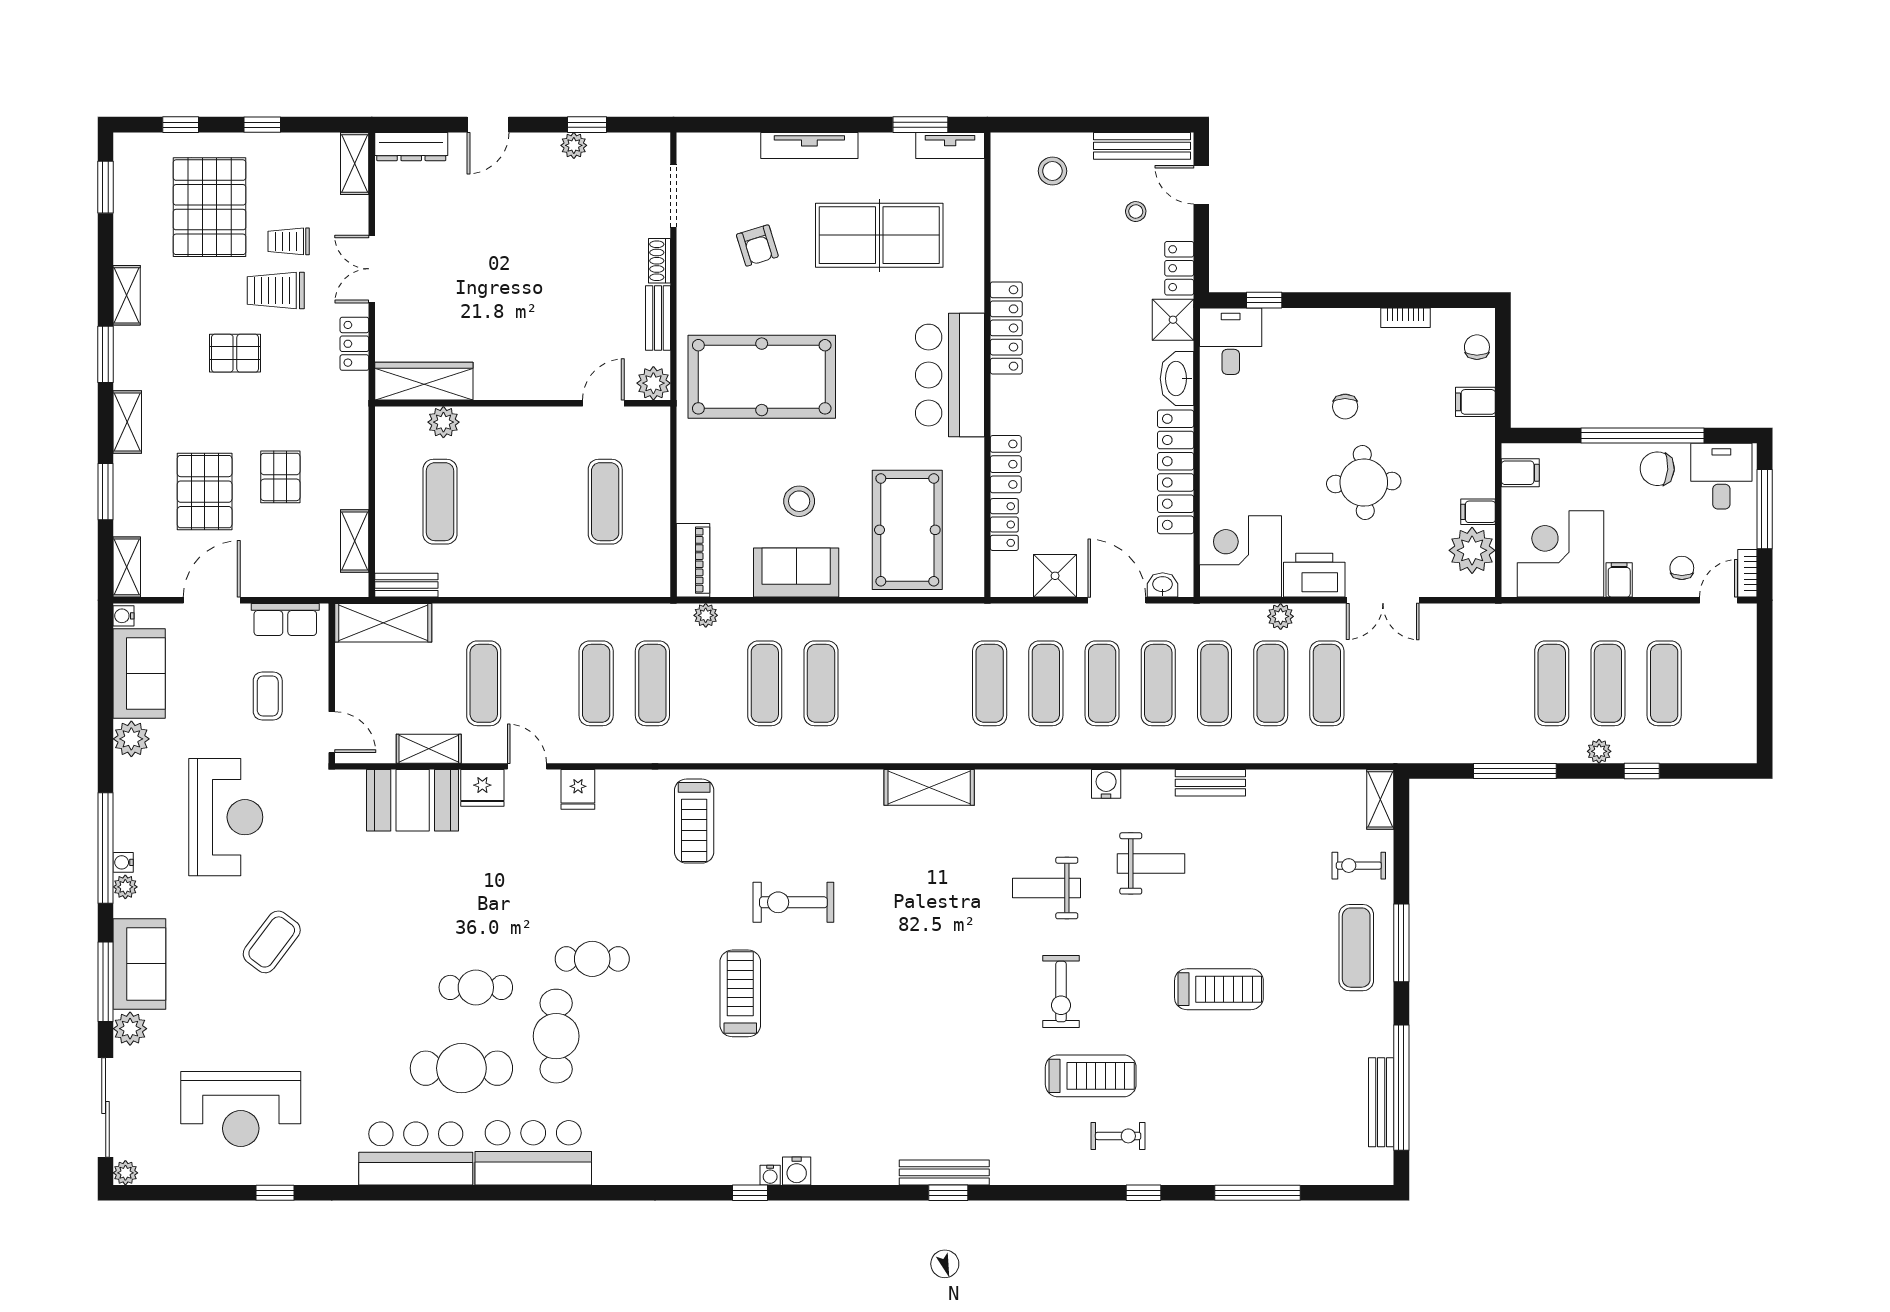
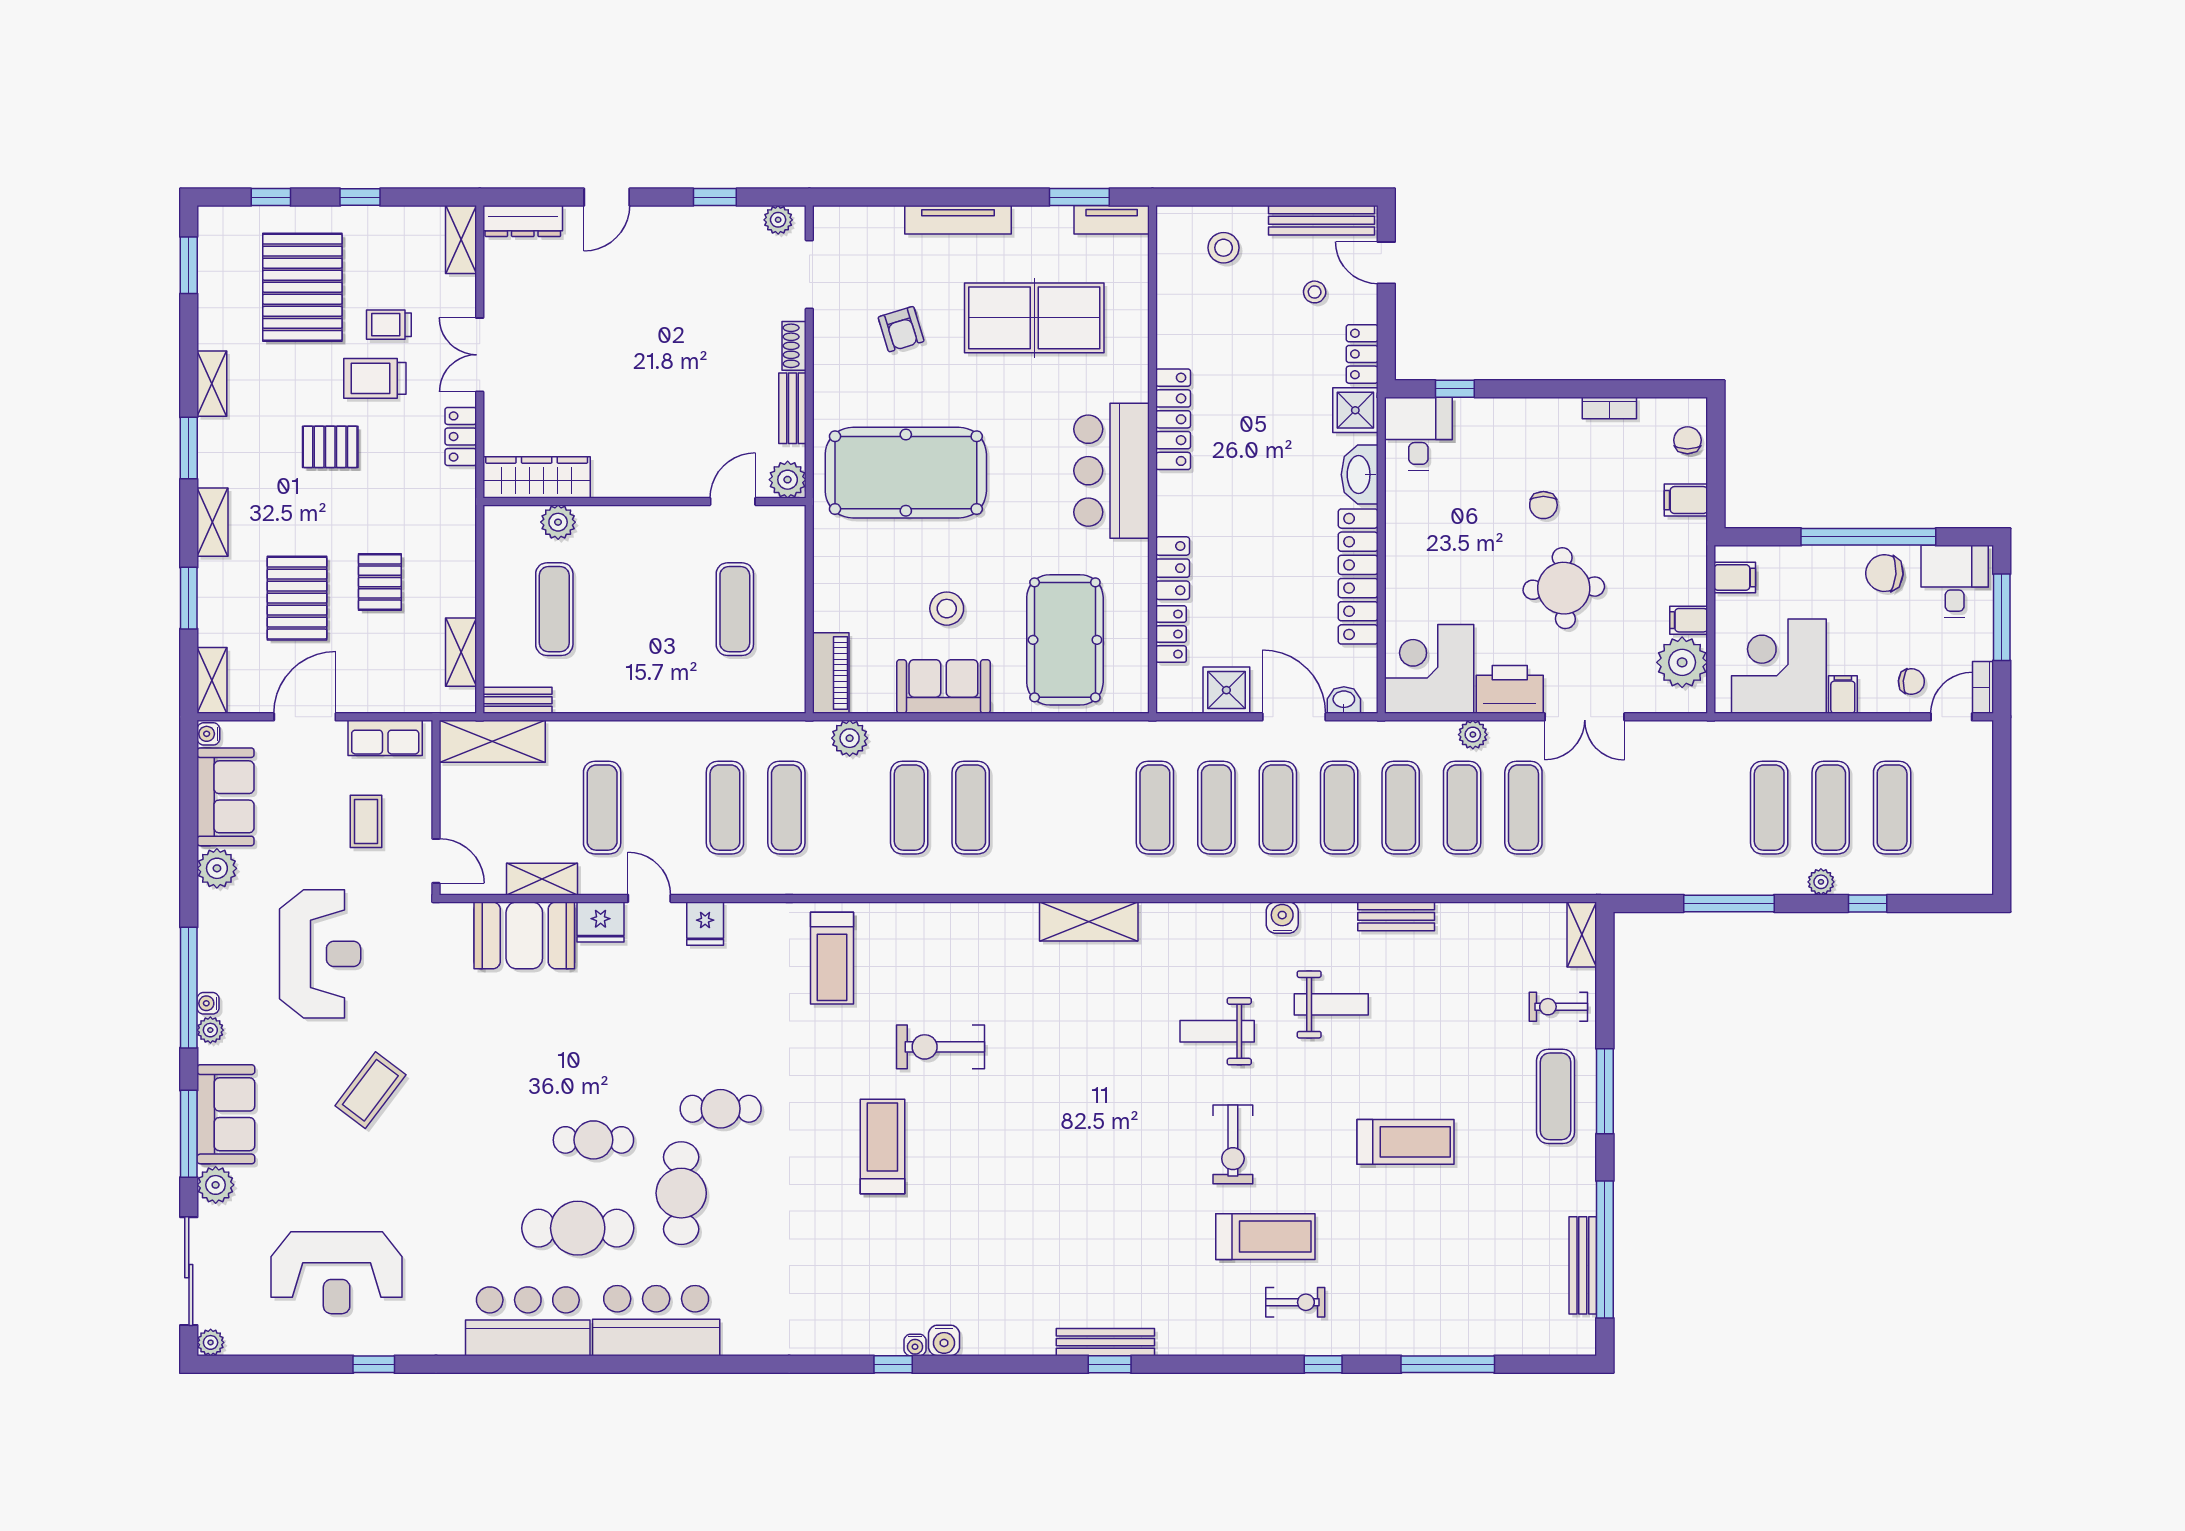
plant: (574, 145) -> (778, 220), moved
chair: (1682, 568) -> (1911, 682), turned 94
plant: (706, 615) -> (850, 738), width x1.38, depth x1.38

